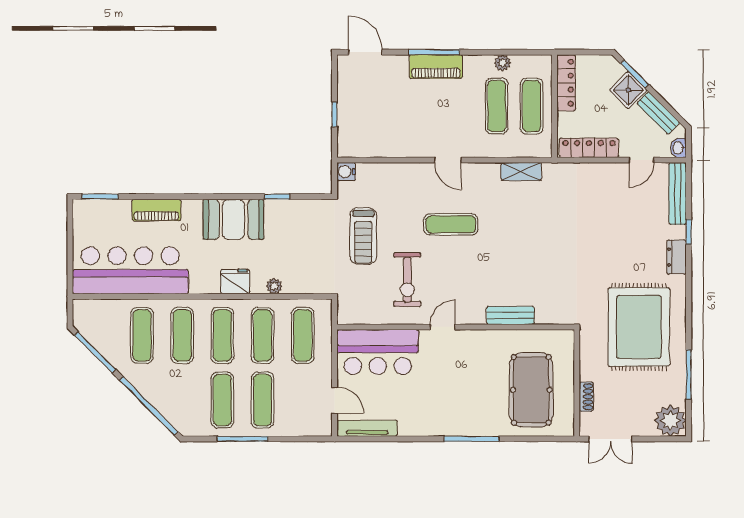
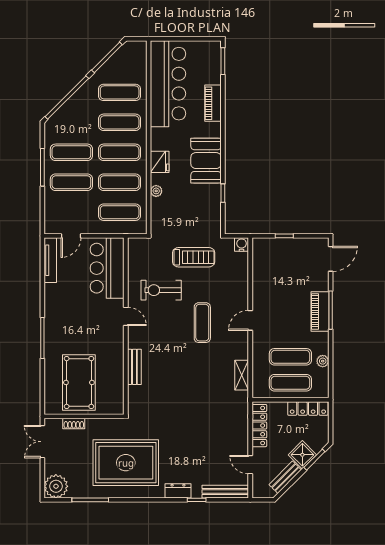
washbasin: (678, 148) -> (259, 492), removed
treadmill: (363, 236) -> (194, 257), turned 180
pool table: (531, 390) -> (79, 382), turned 90

